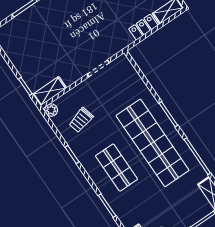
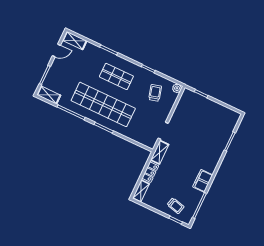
shelving: (50, 91) -> (160, 152), moved

